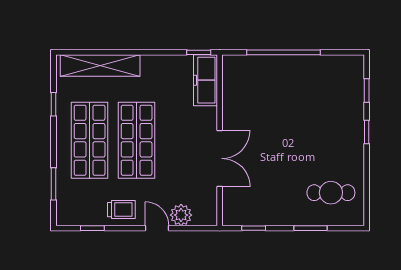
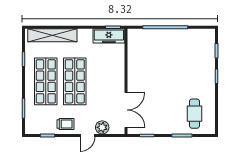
freezer: (205, 80) -> (109, 36), moved, turned -90
double door: (220, 158) -> (126, 110), moved
cafe table: (331, 193) -> (194, 114), turned 90
door: (157, 228) -> (87, 135), swing flipped

